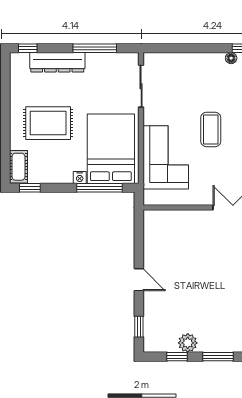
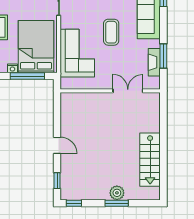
plant: (188, 343) -> (117, 193), moved
window: (177, 357) -> (74, 203), moved

